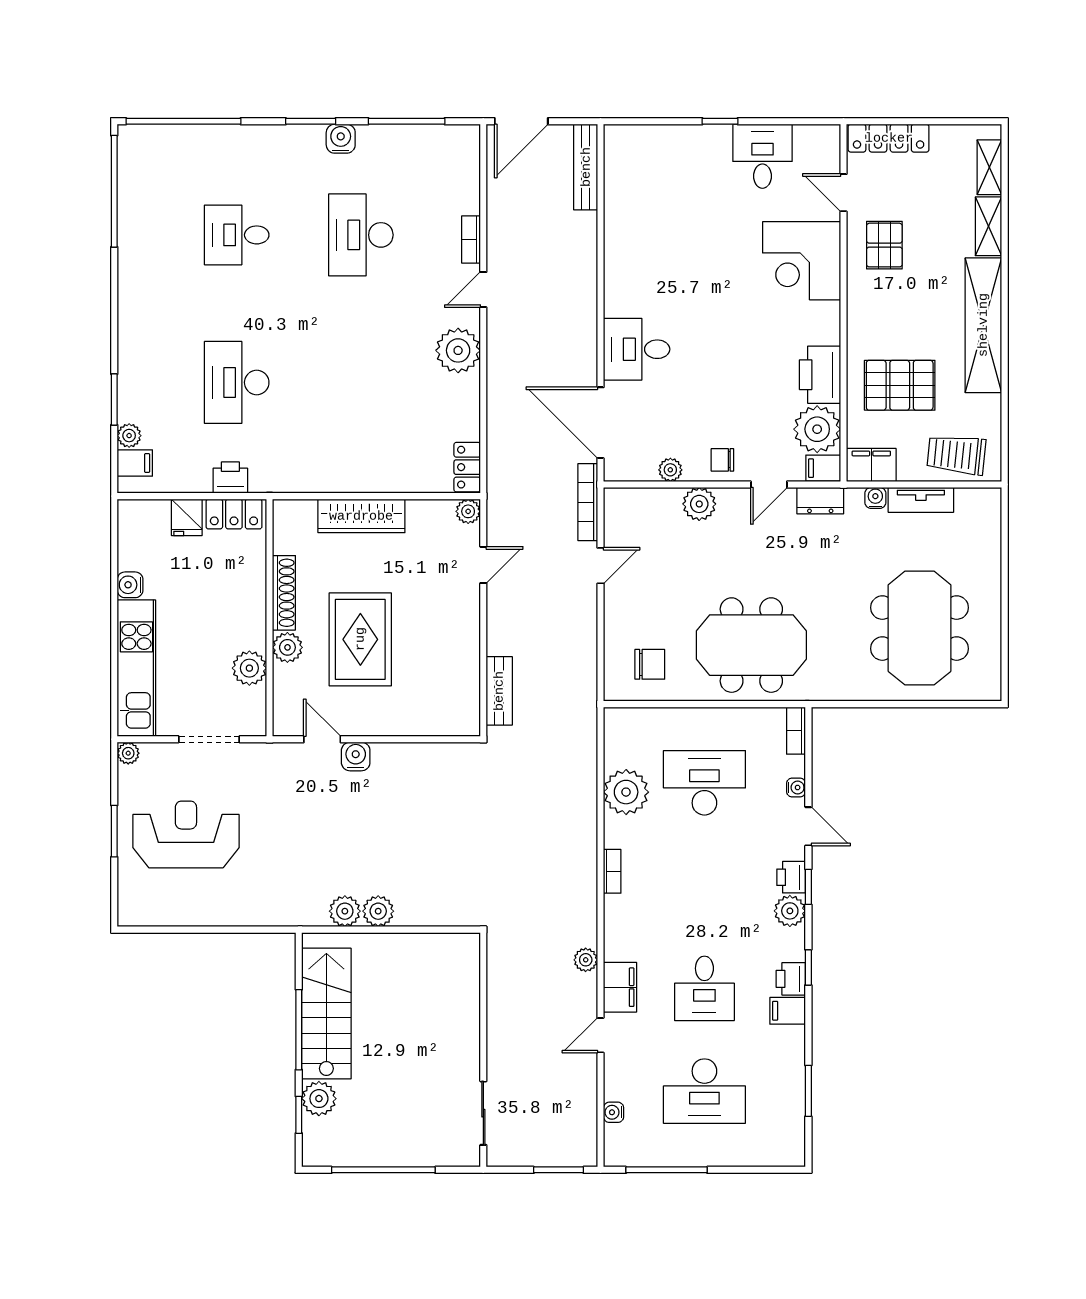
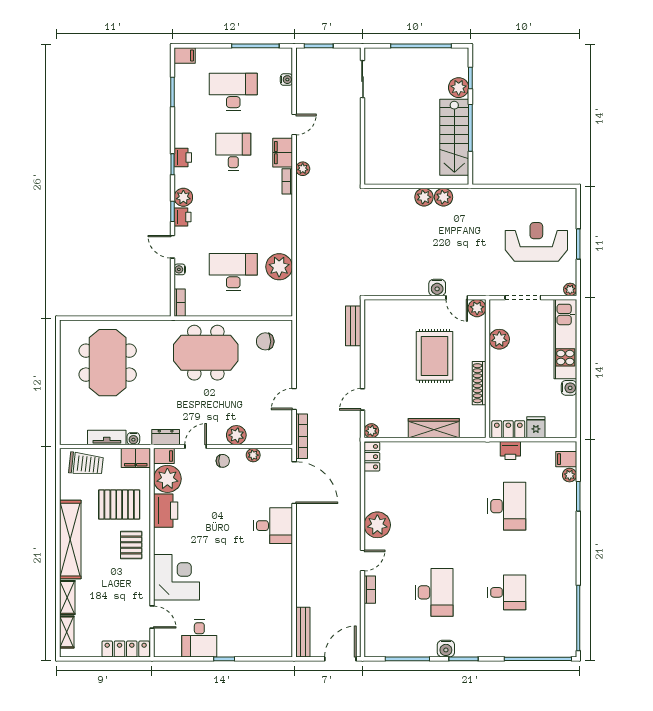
pallet: (884, 245) -> (131, 545), moved
plant: (287, 647) -> (477, 308), moved
desk: (704, 783) -> (233, 272), turned 180
reception desk: (186, 834) -> (536, 242), turned 180
bookcase: (612, 871) -> (287, 181), moved
filing cabinet: (788, 1011) -> (185, 55), moved

